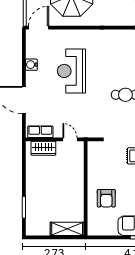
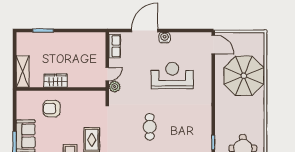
water cooler: (31, 65) -> (165, 38), moved
plant: (83, 132) -> (115, 87), added
wardrobe: (43, 148) -> (56, 81), moved, turned 90

